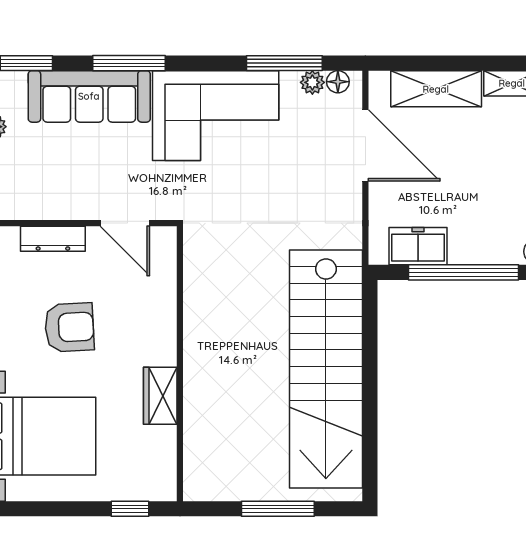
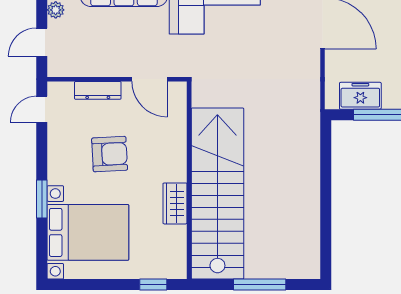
stairs: (326, 369) -> (217, 194), moved, turned 180

